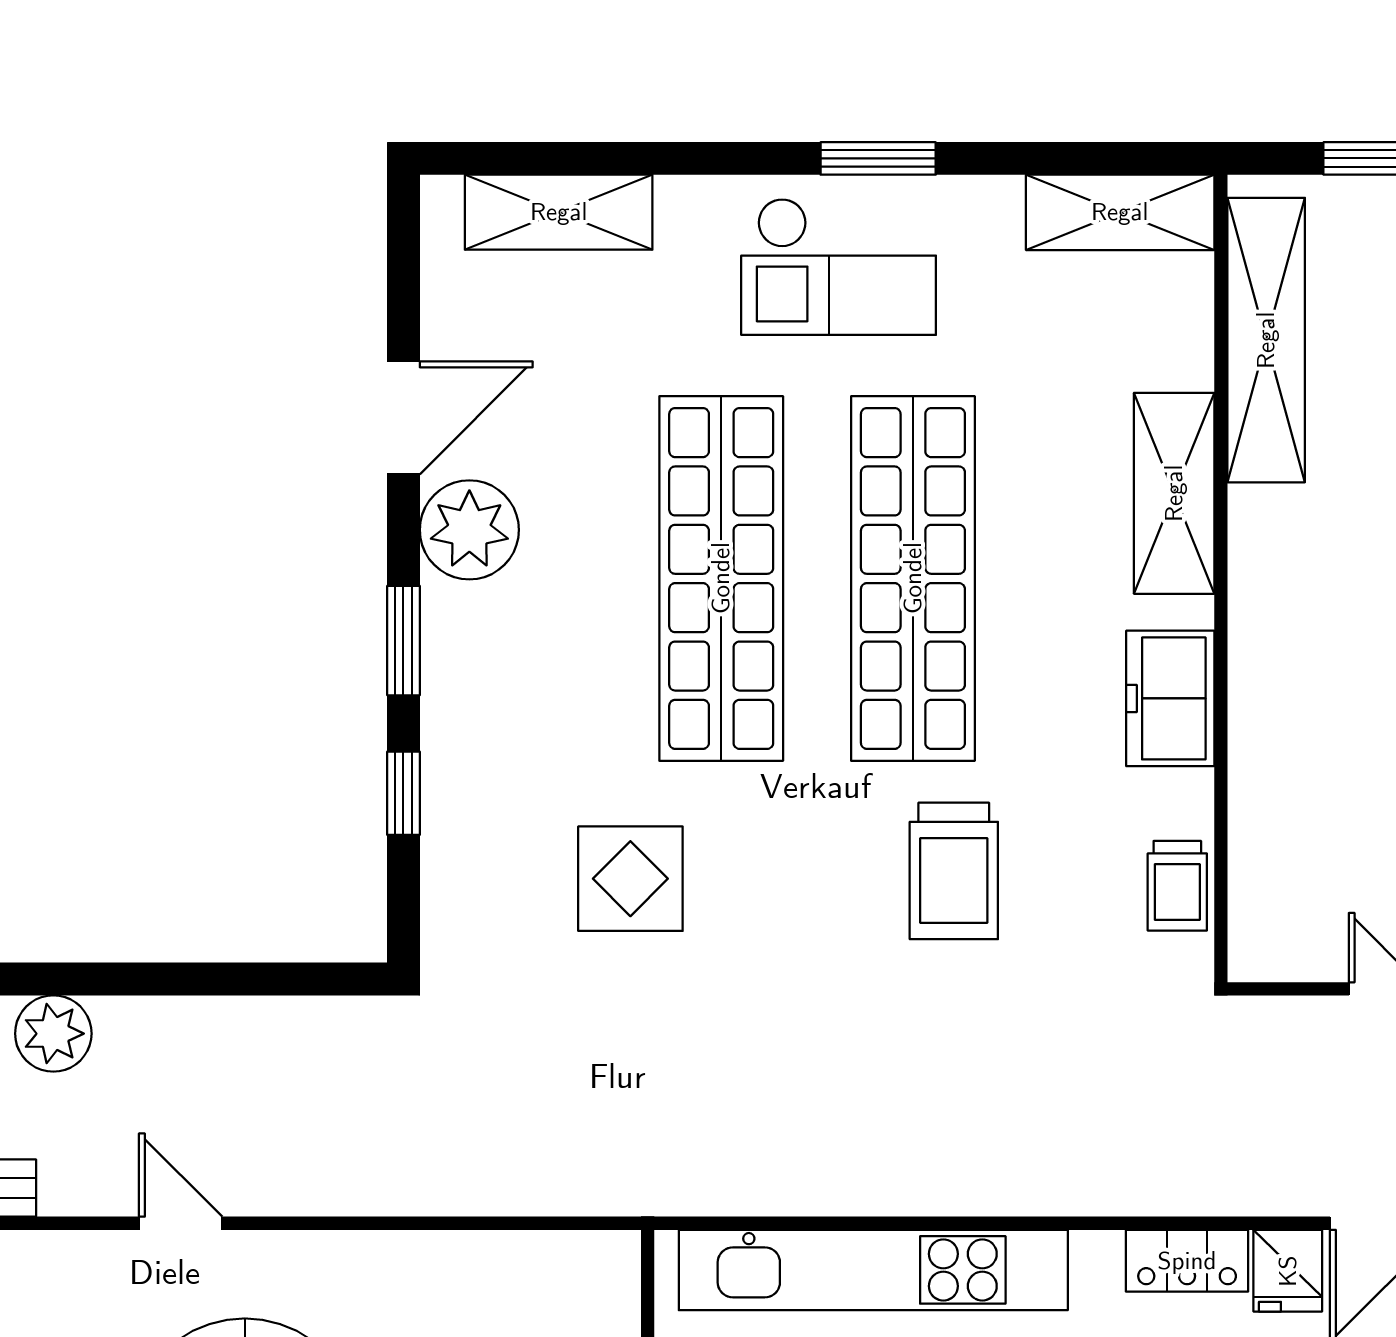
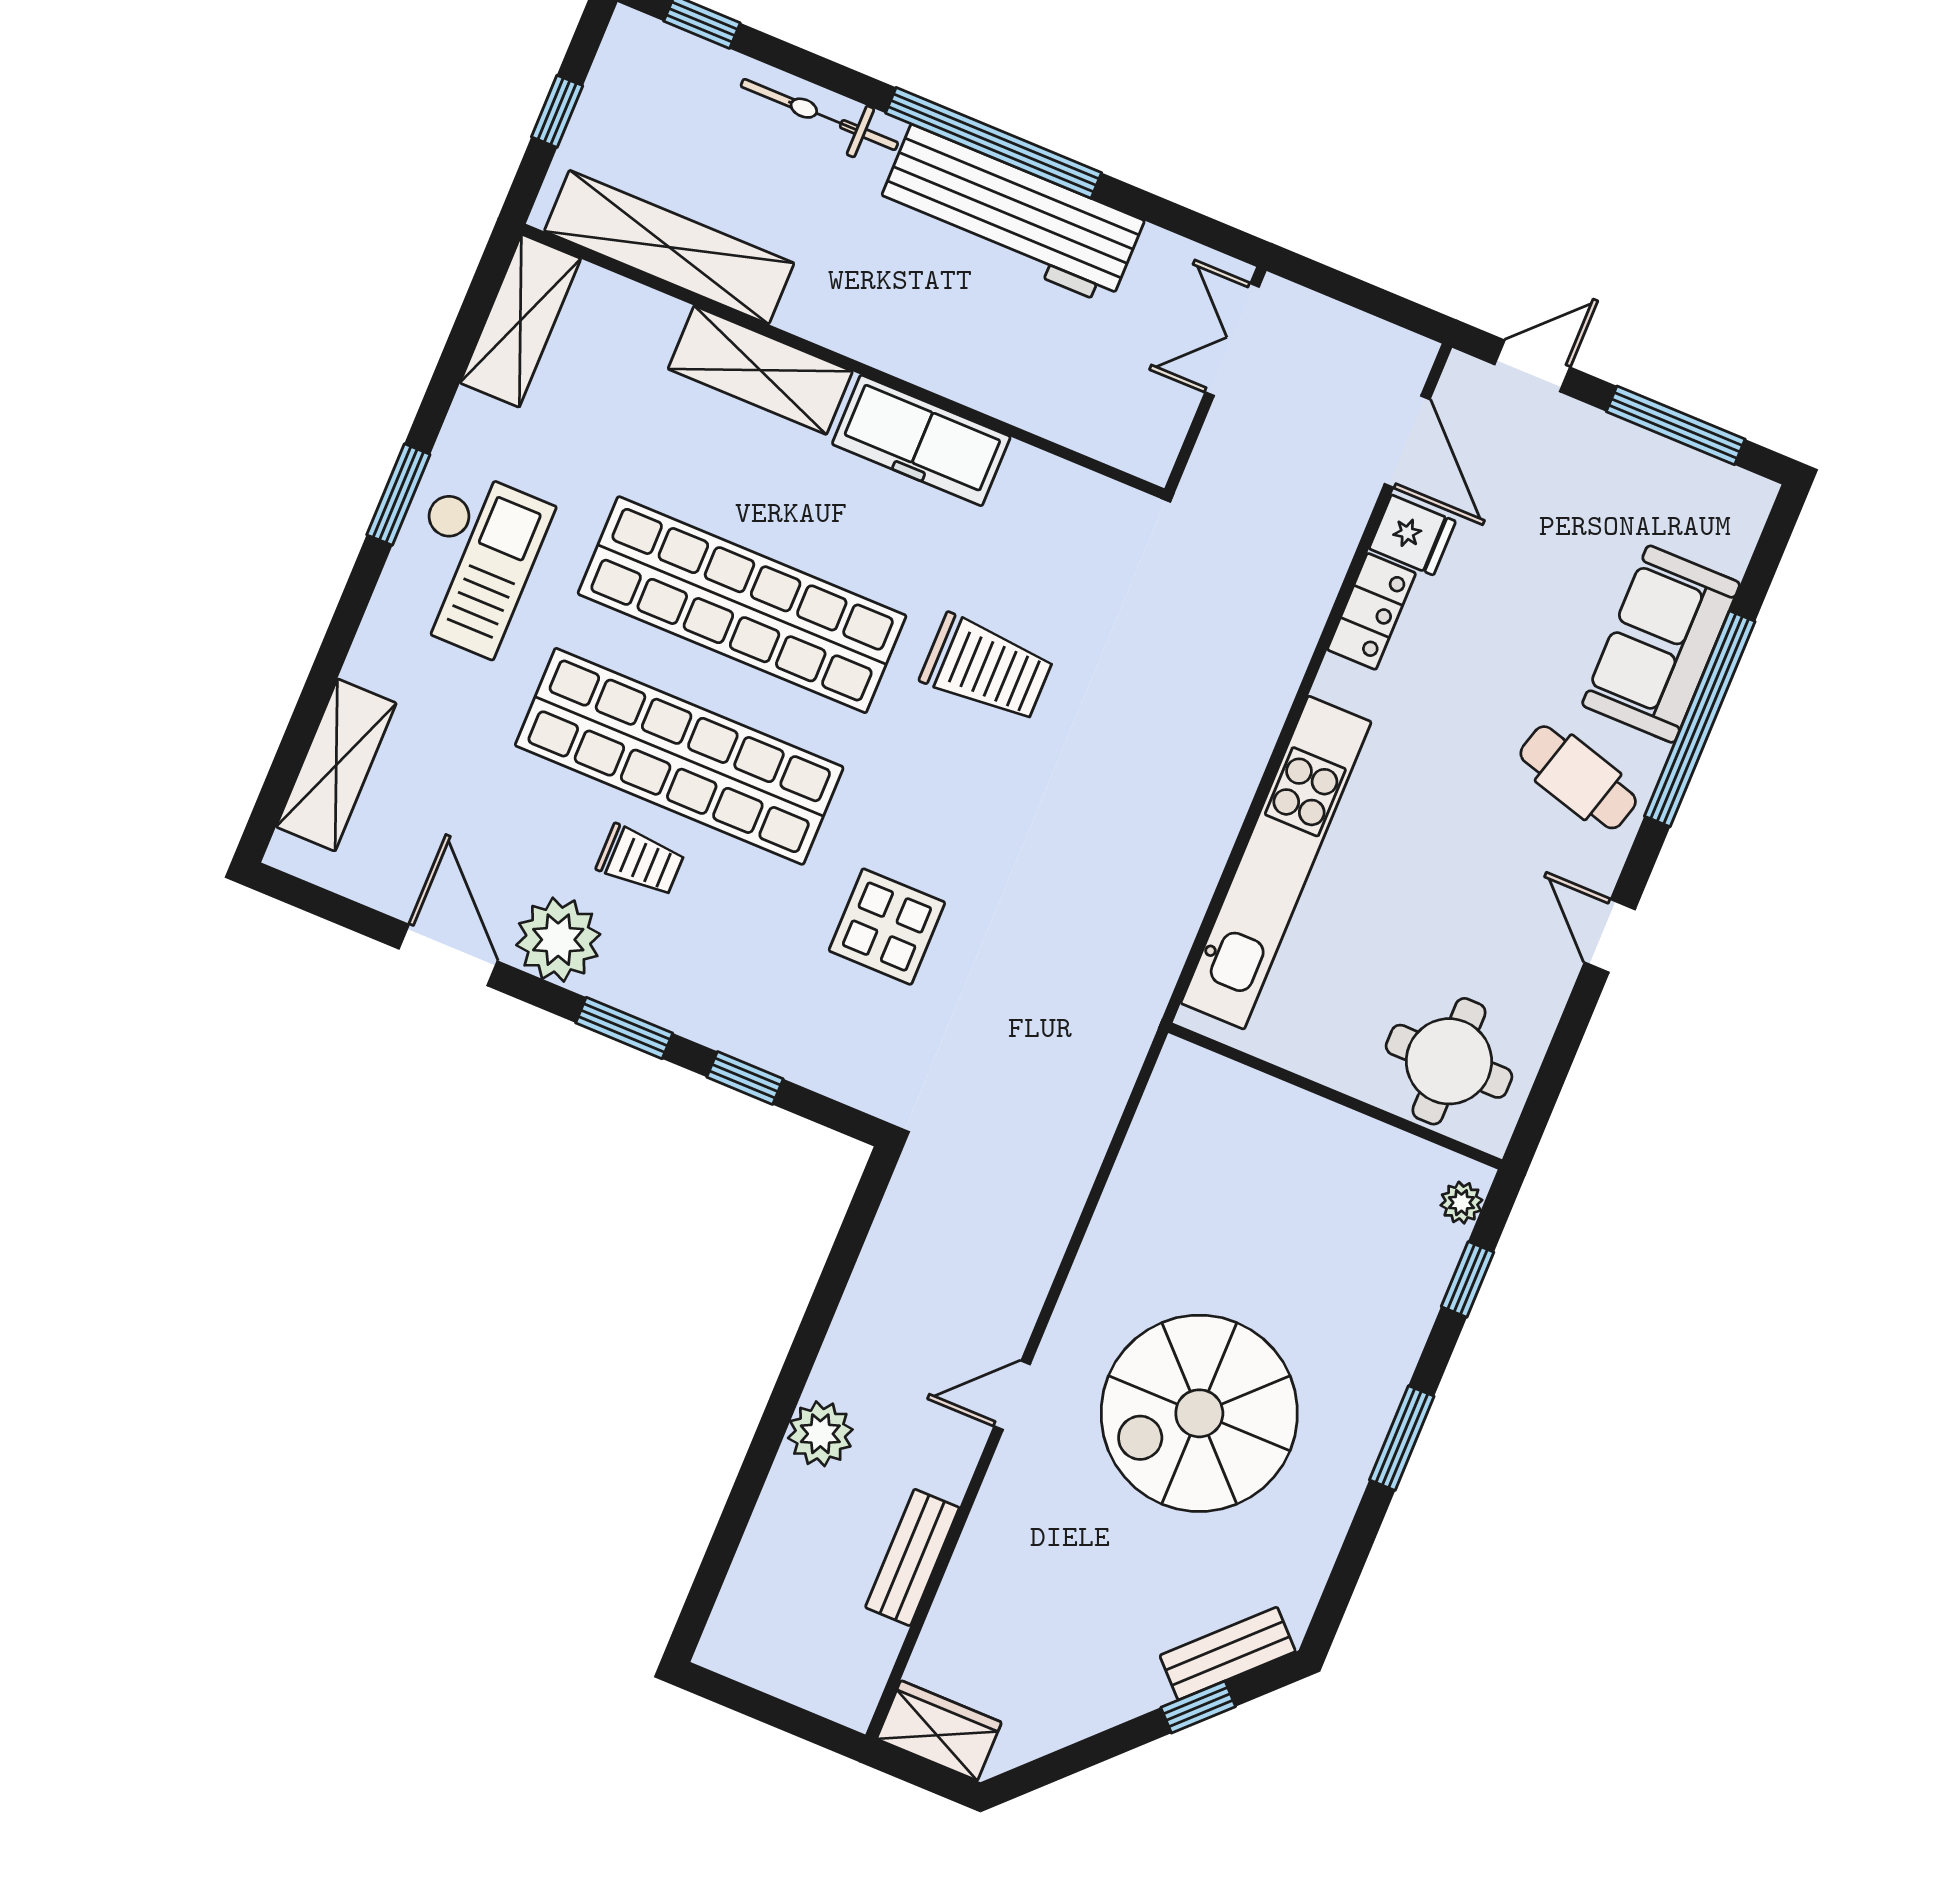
freezer: (1170, 698) -> (921, 440), width x1.40
trolley: (1177, 886) -> (640, 860), moved

